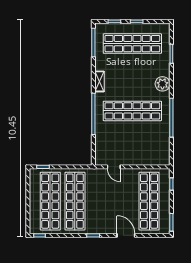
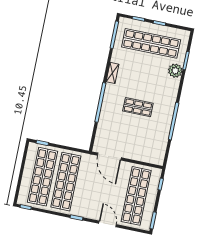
plant: (162, 84) -> (175, 71), moved
shop shelf: (132, 111) -> (138, 107), width x0.50, depth x0.74
door: (114, 167) -> (109, 157), width x1.87

